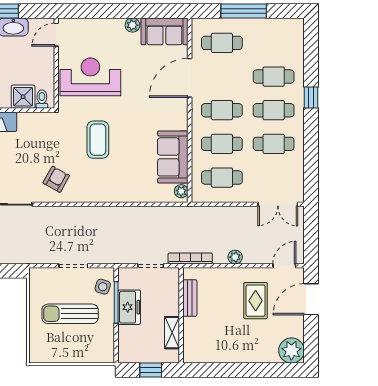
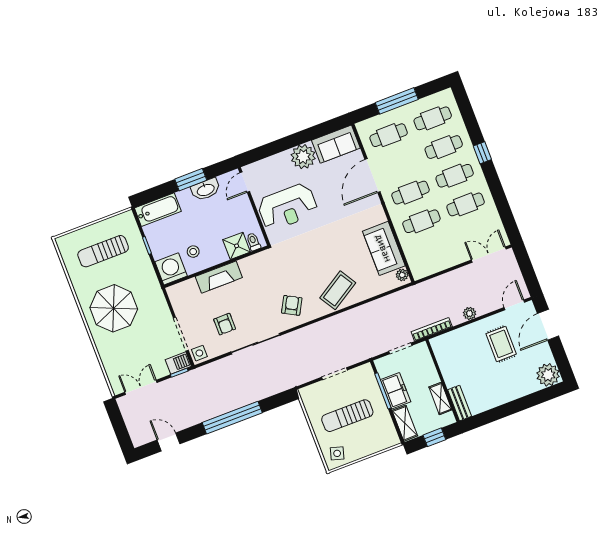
plant: (132, 25) -> (303, 157), width x1.87, depth x1.87
reception desk: (90, 77) -> (288, 207), turned 180
coffee table: (98, 140) -> (338, 290), moved, turned 58
cafe table: (222, 178) -> (433, 118), moved
double door: (278, 204) -> (489, 255), swing flipped
side table: (103, 287) -> (337, 453), moved
bench: (190, 298) -> (460, 403), moved
shelving: (126, 344) -> (405, 423), added

